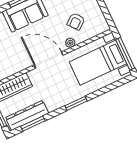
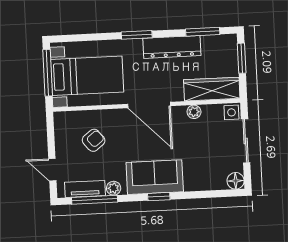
plant: (70, 43) -> (194, 112), moved
dresser: (27, 115) -> (172, 47), moved

